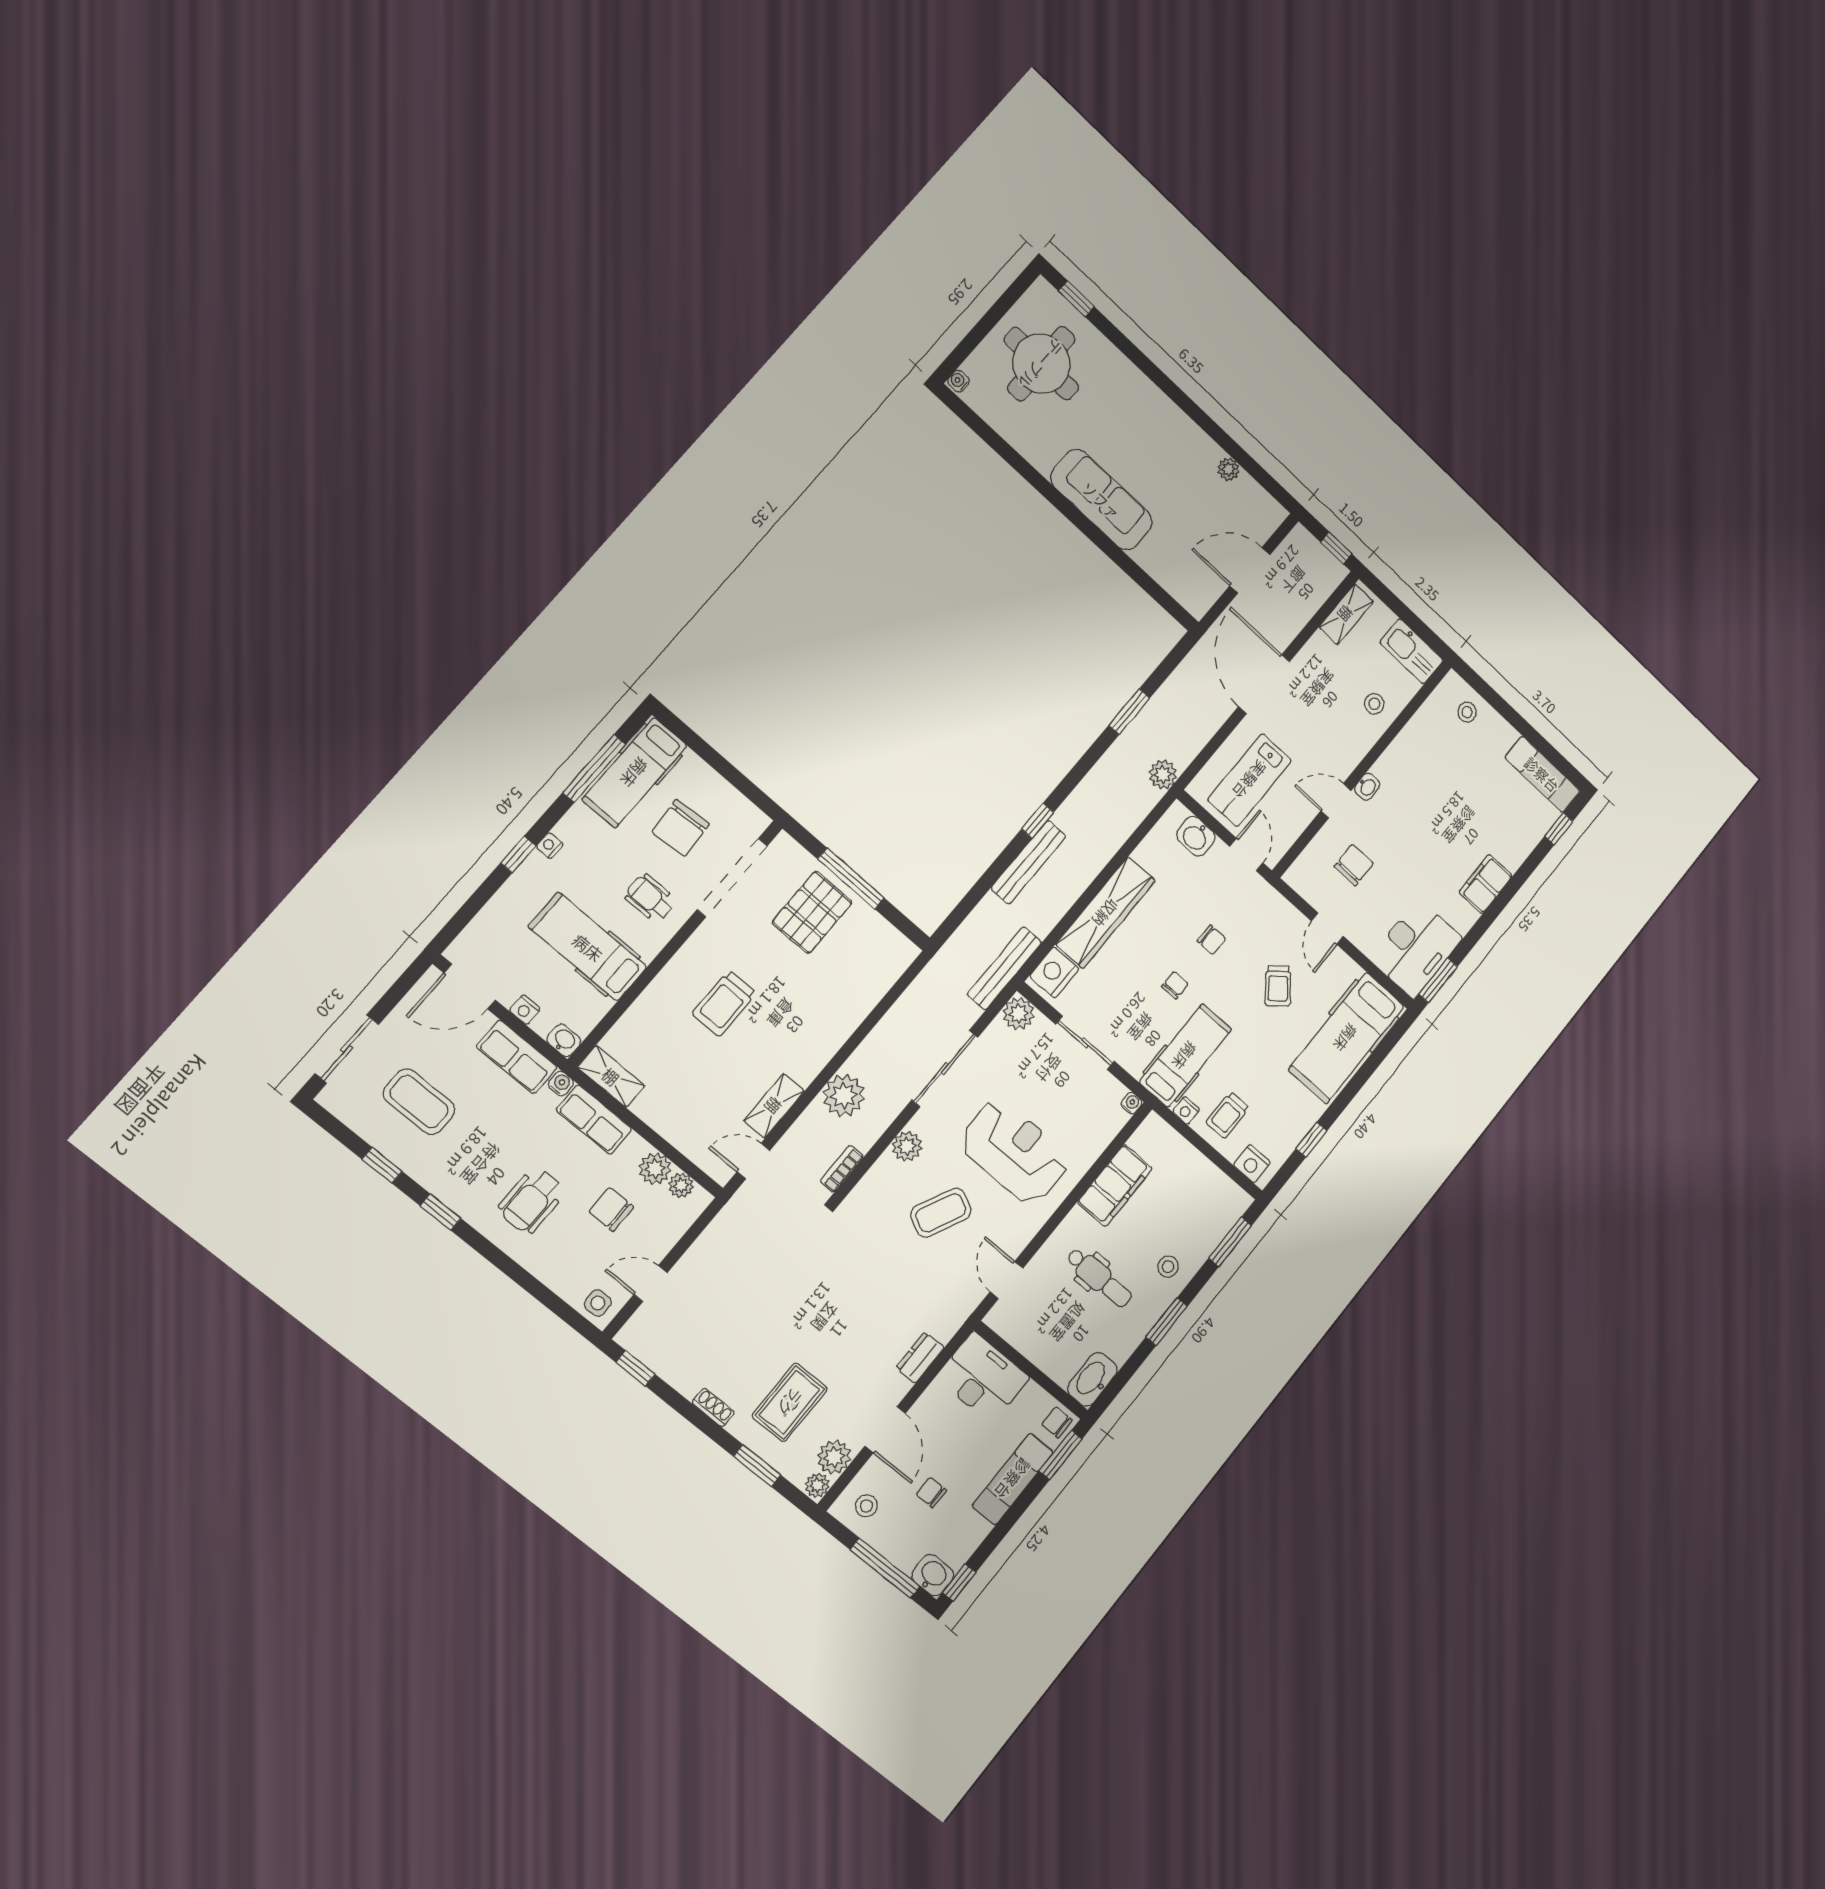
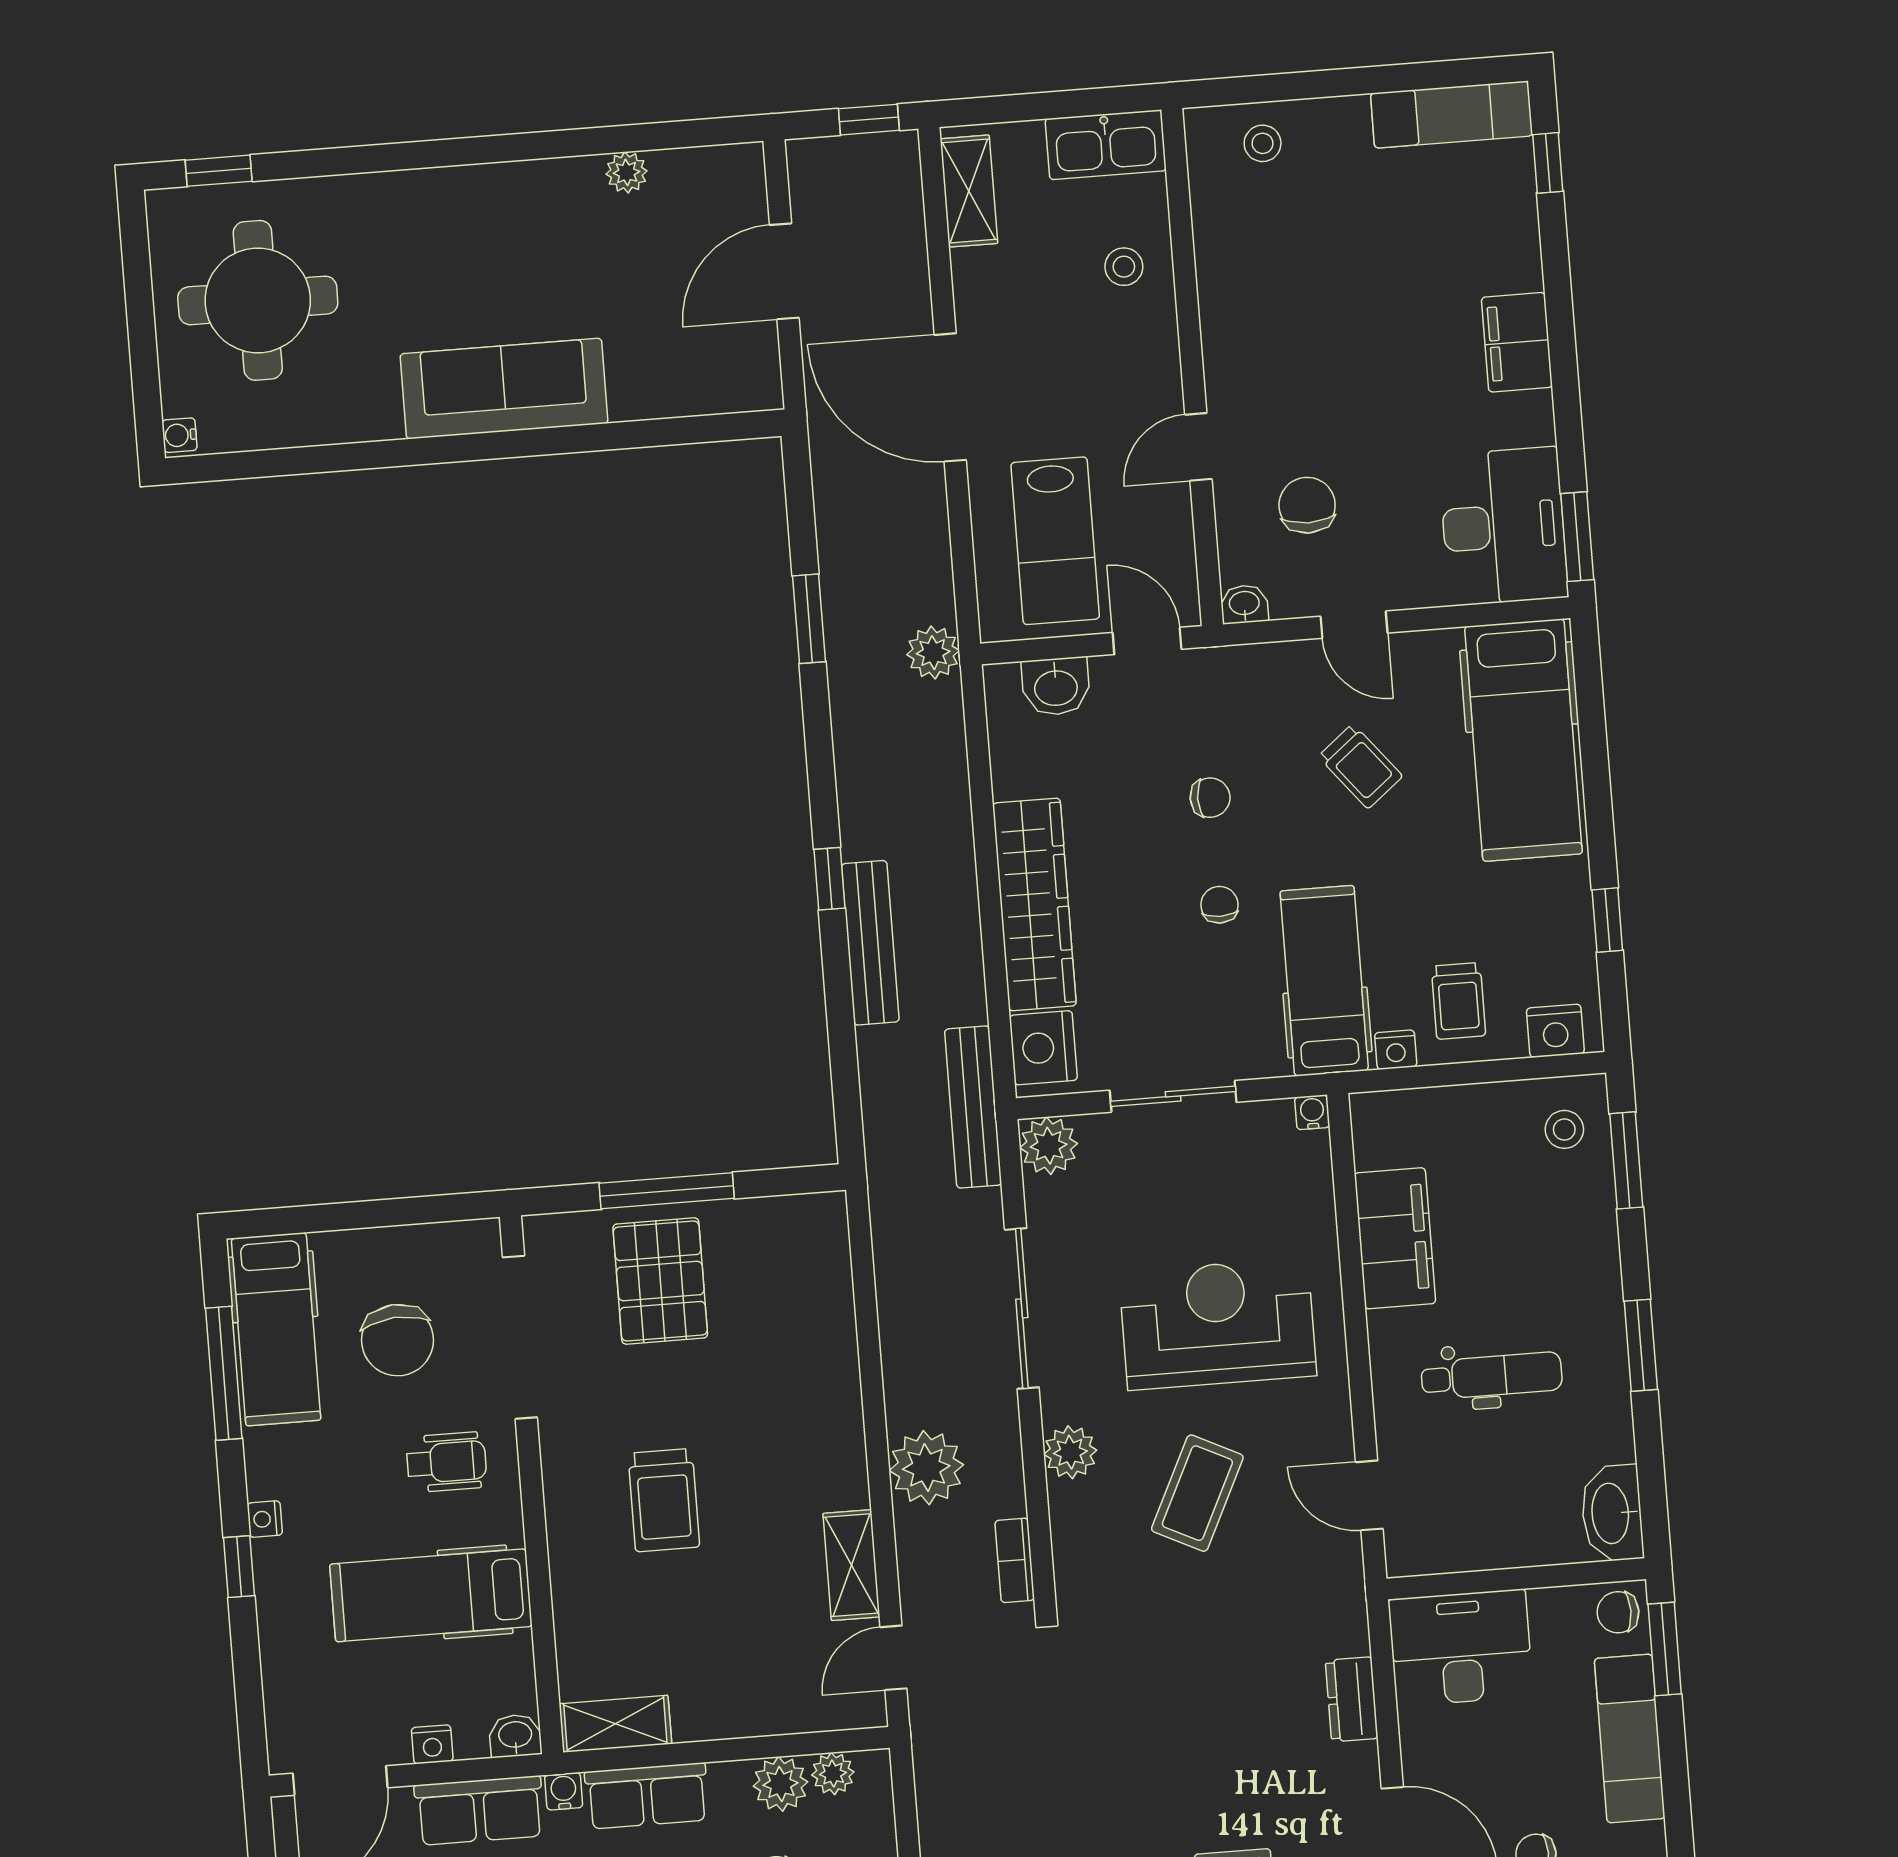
washbasin: (1367, 787) -> (1244, 604), moved, turned -90
wheelchair: (650, 898) -> (446, 1462), turned 180
stool: (1168, 1267) -> (1564, 1129), moved

